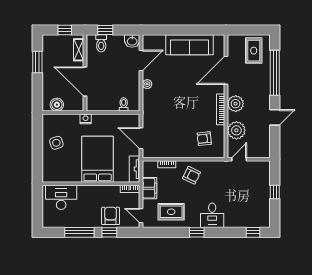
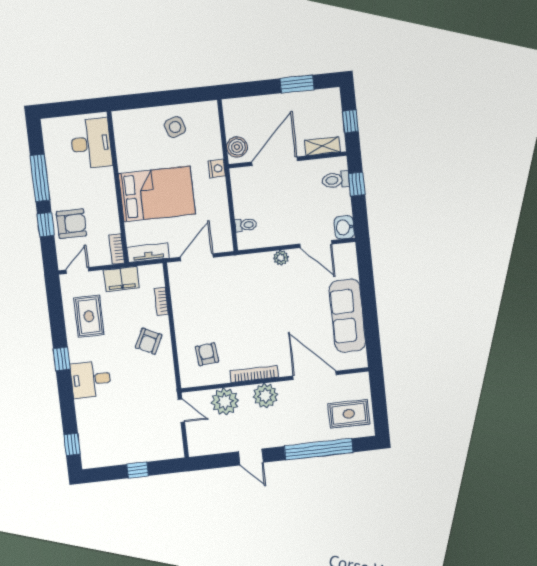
boiler: (57, 105) -> (237, 147), moved

